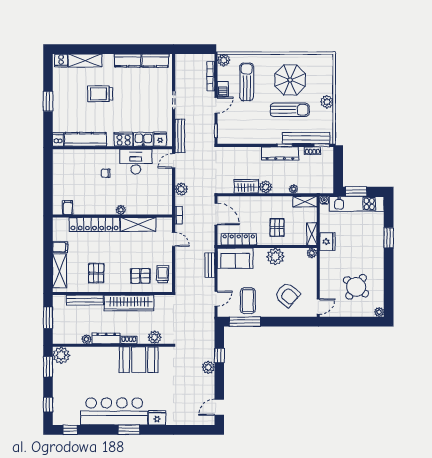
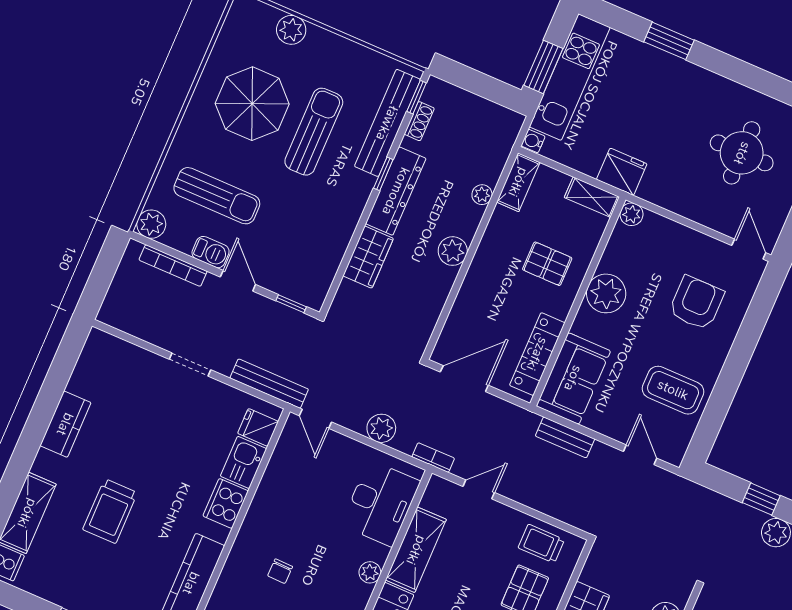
kitchen counter: (155, 61) -> (90, 367), removed
sun lounger: (247, 82) -> (217, 196), turned 180
plant: (327, 102) -> (291, 30), moved
desk: (136, 162) -> (381, 503), moved, turned 180
wardrobe: (246, 186) -> (368, 257), moved, turned 180
round table: (356, 287) -> (742, 153), turned -37
armchair: (287, 295) -> (696, 303), turned -41
window: (245, 322) -> (714, 415), removed

